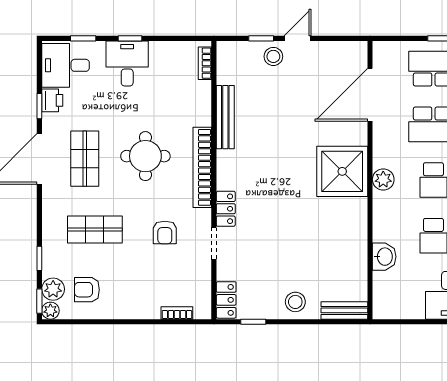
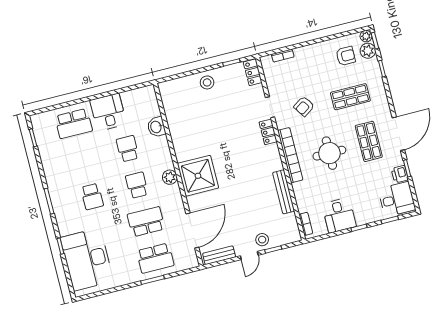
desk: (127, 63) -> (339, 215), moved
armchair: (165, 232) -> (304, 106), turned -124
bench: (344, 310) -> (219, 255), moved

